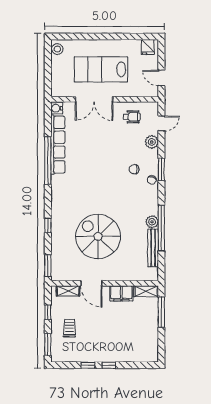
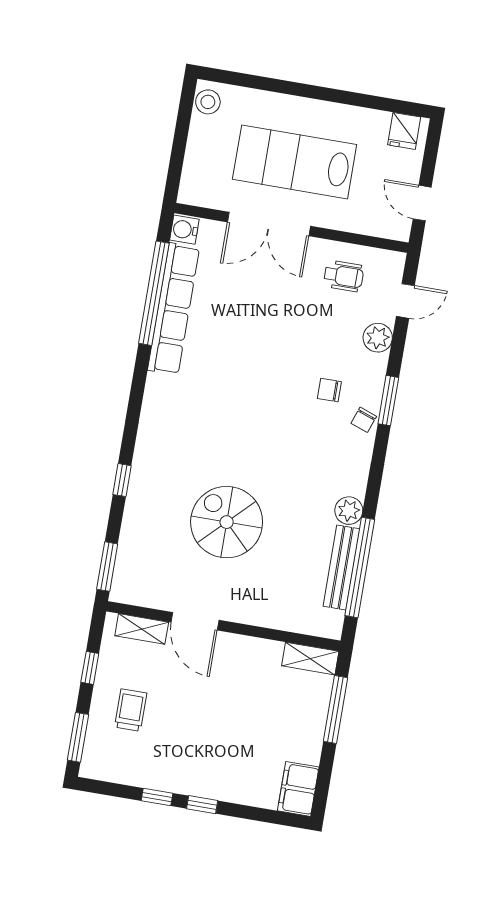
window: (48, 160) -> (154, 293), moved
window: (161, 228) -> (360, 568), moved
spiral stairs: (98, 236) -> (227, 522), width x0.73, depth x0.73
filing cabinet: (121, 293) -> (298, 789), moved, turned 90

